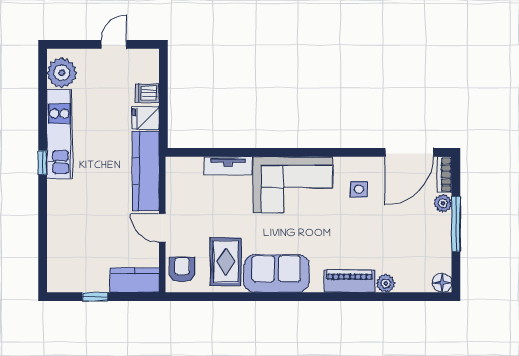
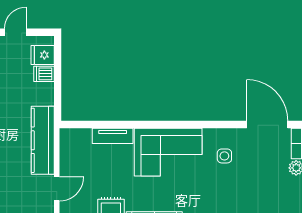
fridge: (146, 118) -> (43, 55), moved
door: (409, 152) -> (267, 125), swing flipped
door: (162, 228) -> (57, 189), swing flipped

